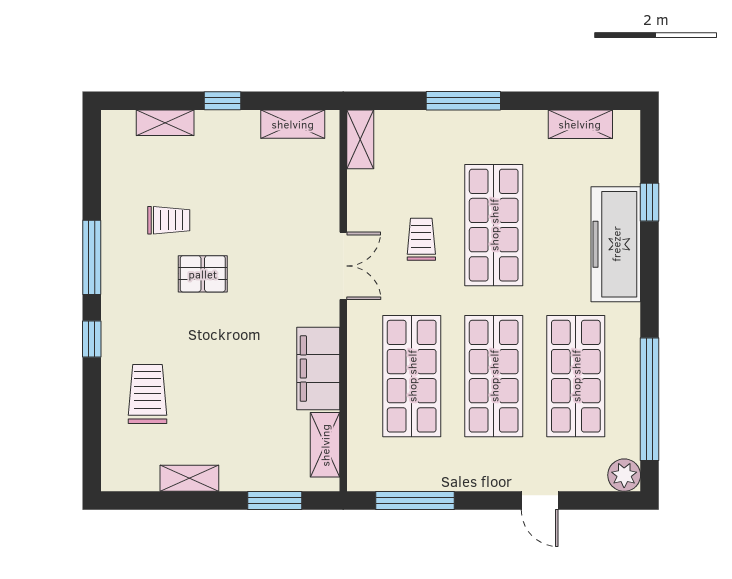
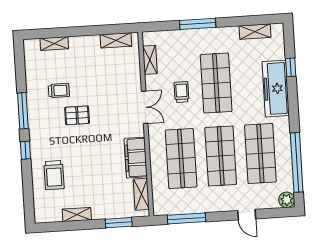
window: (222, 101) -> (81, 31), removed
shelving: (360, 139) -> (150, 60), moved
trolley: (147, 394) -> (54, 175), turned 180

